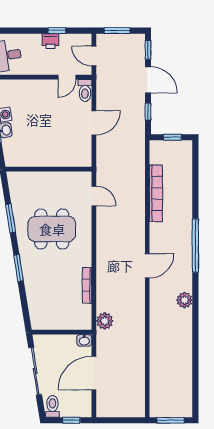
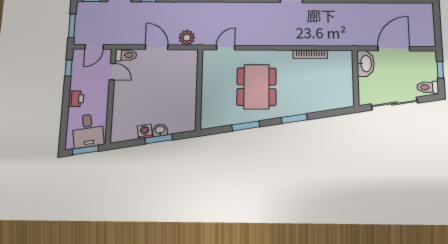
window: (57, 31) -> (69, 68), moved
printer: (50, 41) -> (76, 99), moved
plant: (105, 321) -> (187, 38), moved
washbasin: (84, 340) -> (366, 63), width x1.91, depth x1.45
door: (94, 373) -> (394, 49), swing flipped

